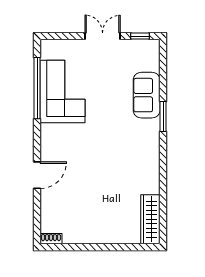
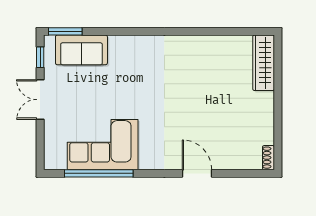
sofa: (147, 95) -> (81, 50), moved
window: (163, 116) -> (65, 31), moved
wardrobe: (150, 219) -> (264, 63), moved, turned 90

